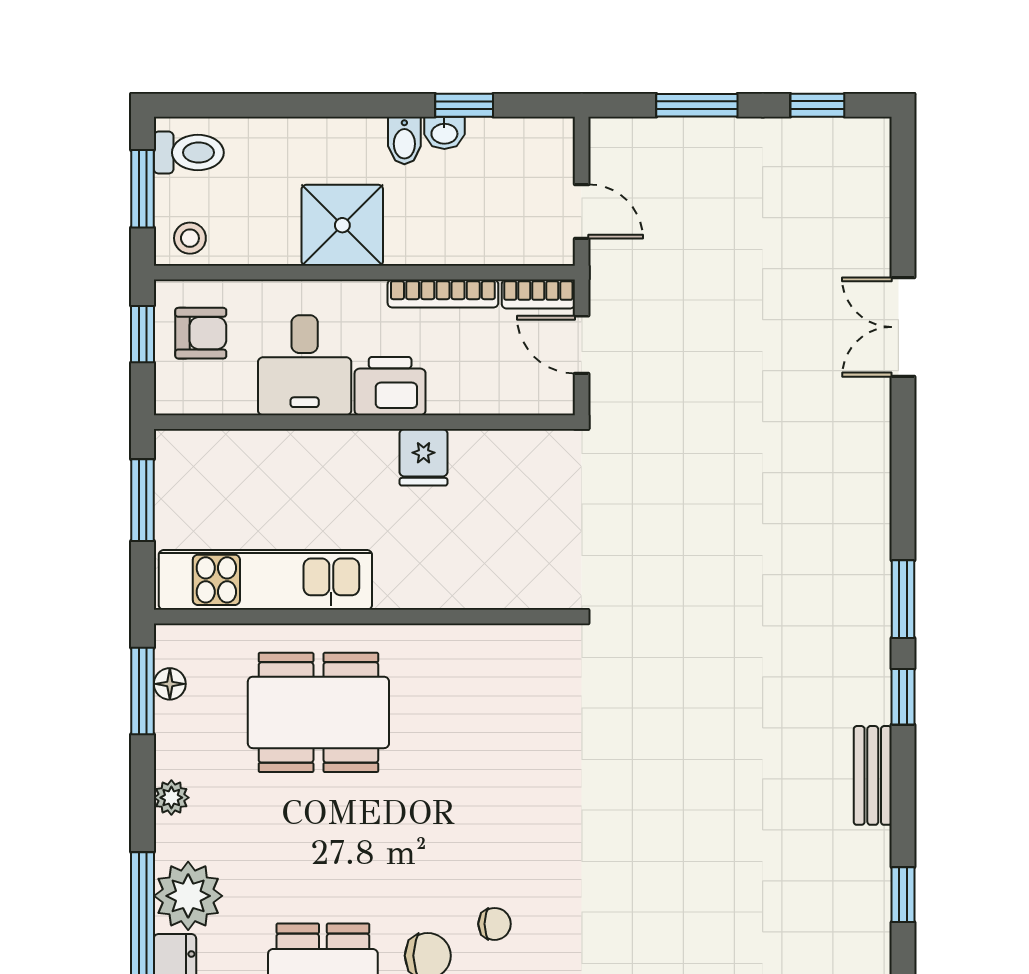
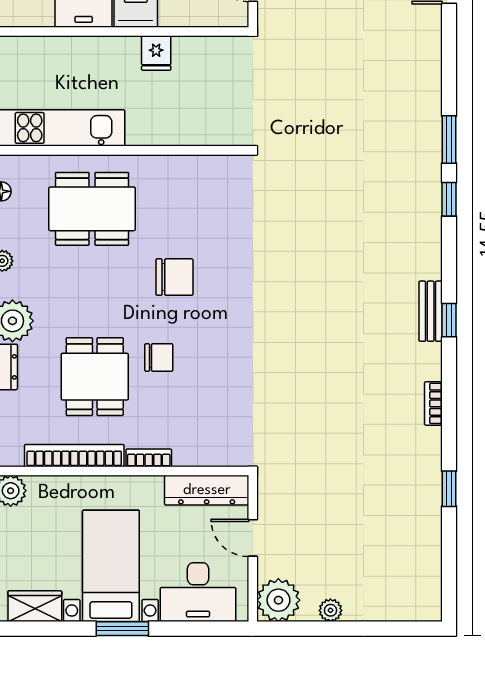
bench: (873, 775) -> (431, 311), moved
chair: (495, 924) -> (174, 277), moved, width x1.87, depth x1.87

